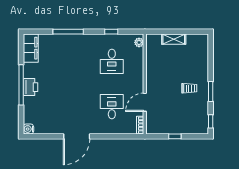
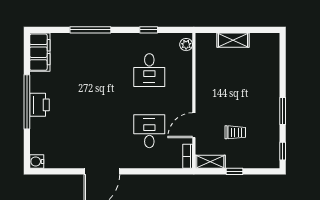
trolley: (189, 88) -> (235, 132), moved
shelving: (157, 129) -> (210, 162), added

